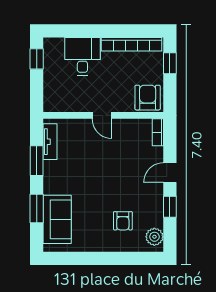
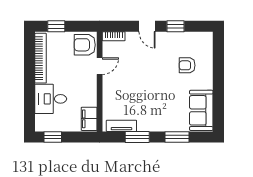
filing cabinet: (58, 103) -> (89, 119), added
door: (102, 115) -> (100, 66), moved
sofa: (57, 219) -> (201, 110), moved, turned -90
armchair: (123, 221) -> (187, 65), turned 180
plant: (154, 237) -> (200, 39), removed

